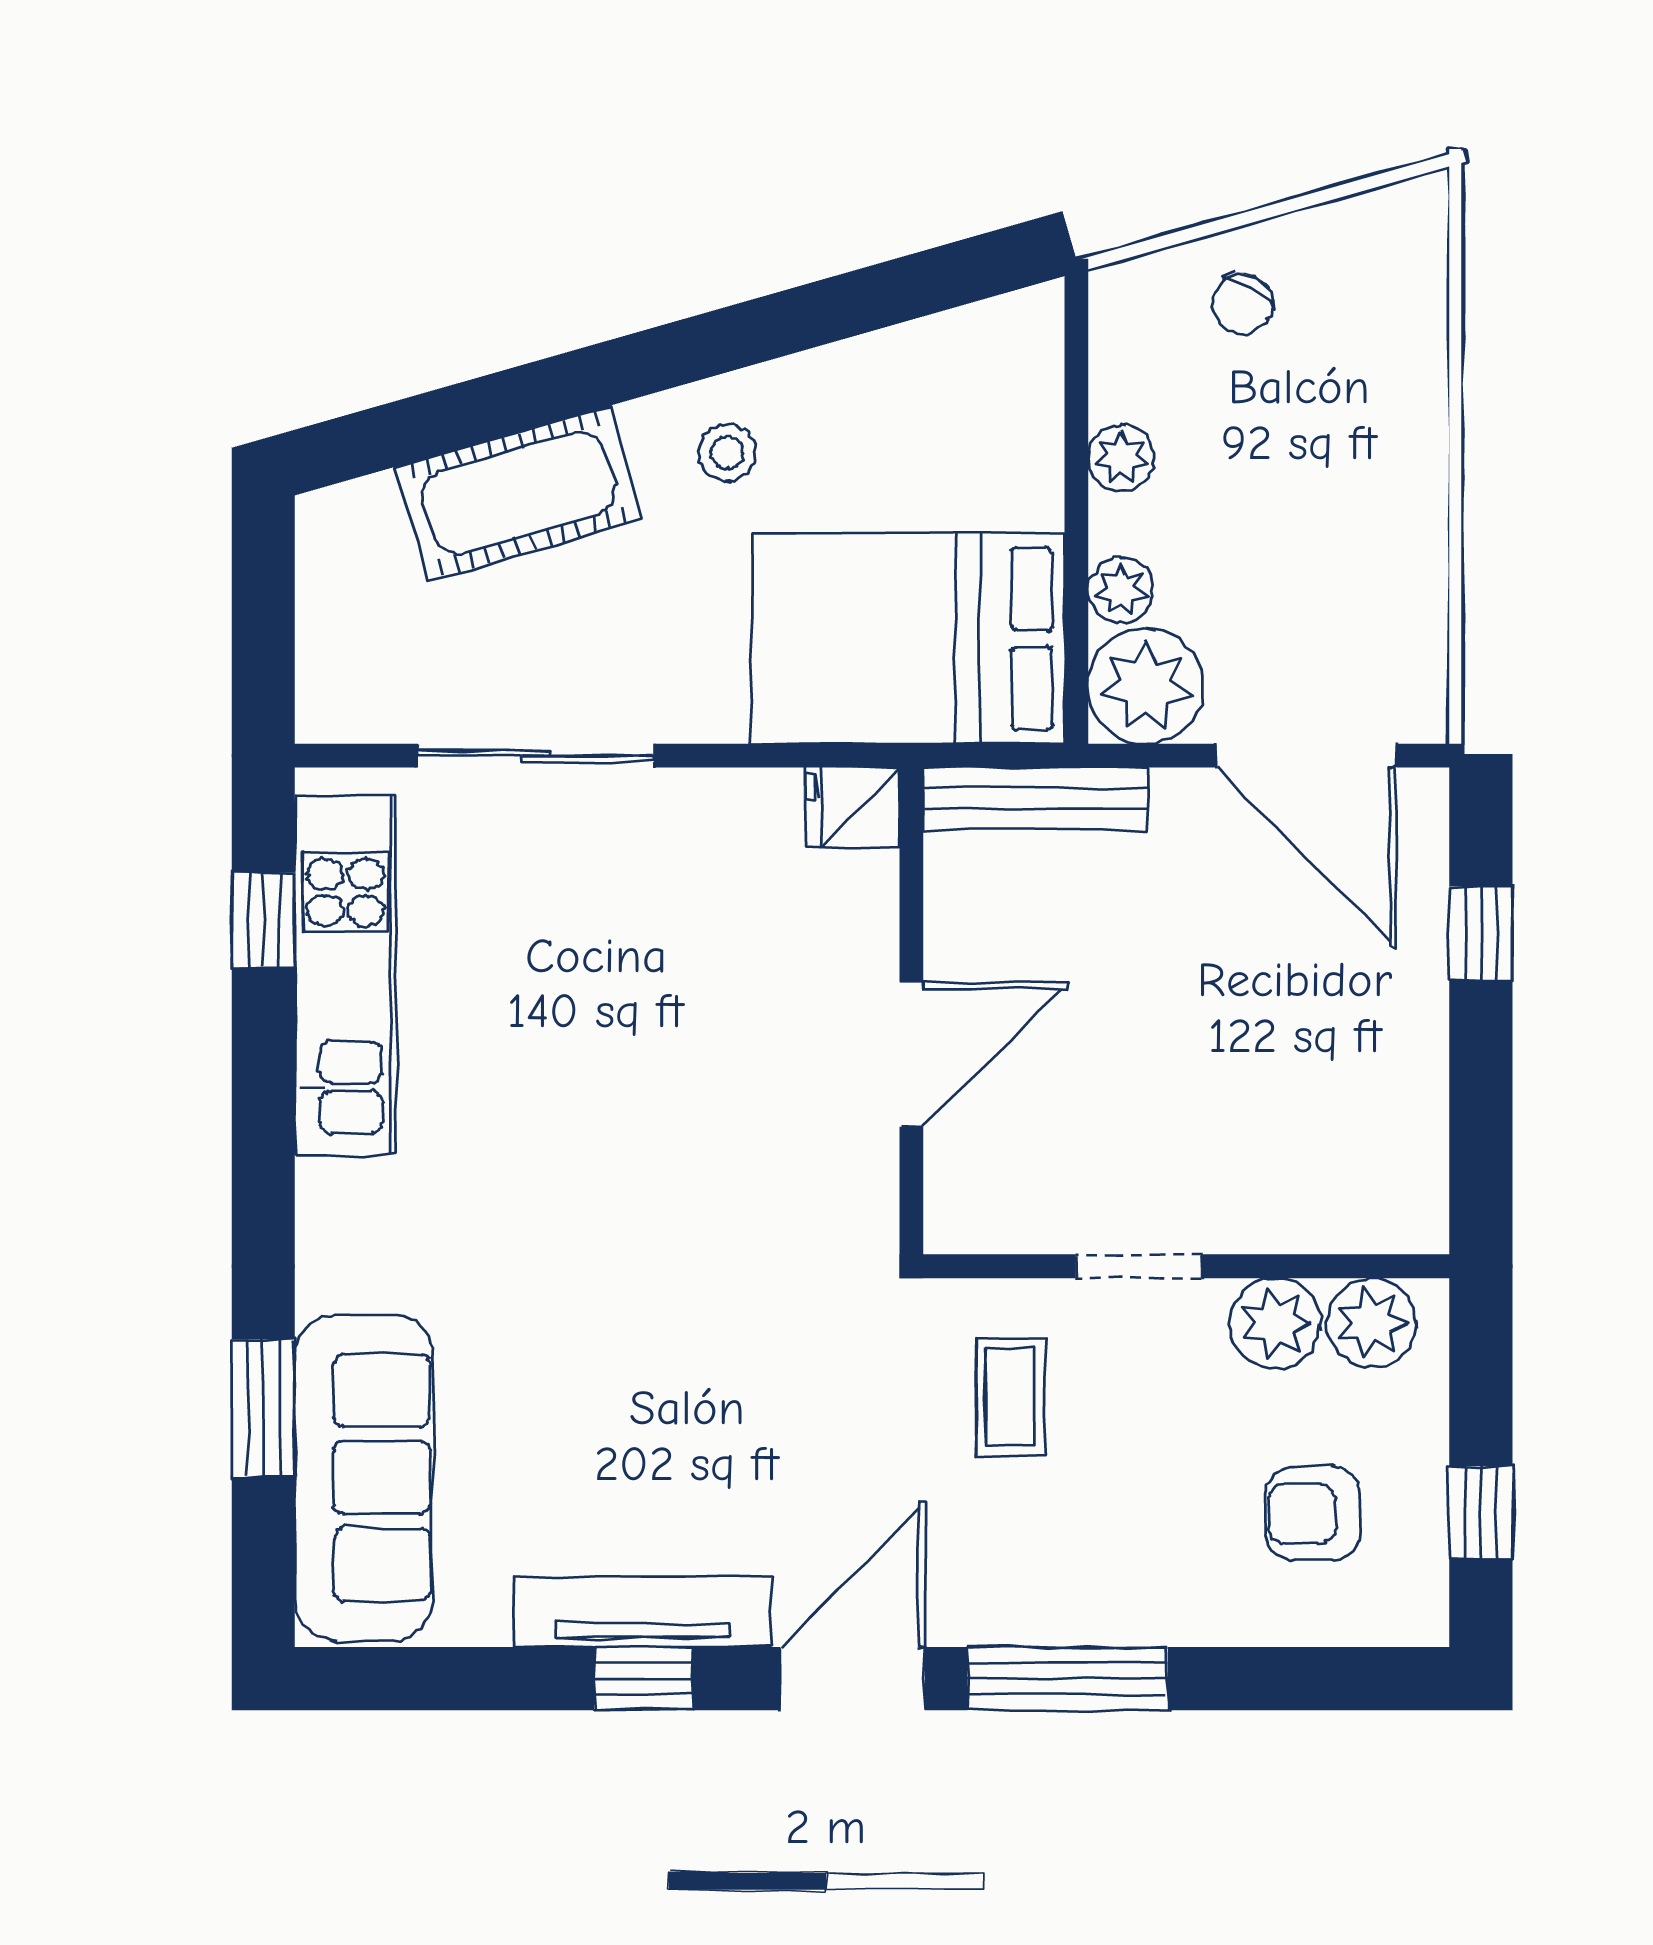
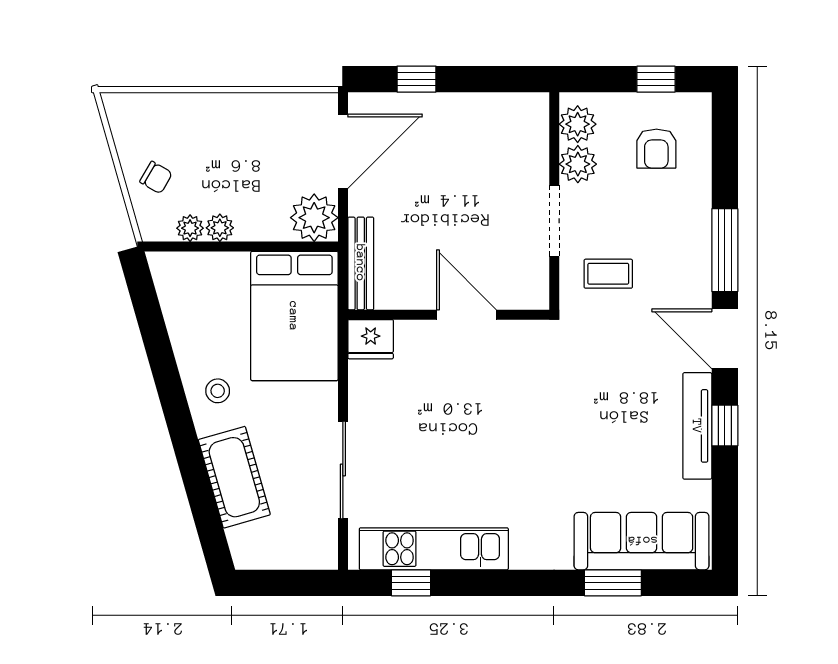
plant: (1121, 590) -> (190, 228), moved
fridge: (852, 807) -> (371, 339), width x1.38
doorway: (1138, 1266) -> (554, 221), width x1.38

